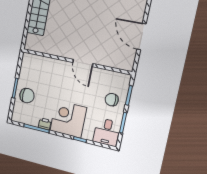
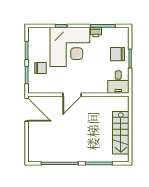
door: (141, 37) -> (27, 110), moved
door: (83, 63) -> (72, 95), swing flipped
corner desk: (68, 119) -> (70, 47), width x1.36, depth x1.36
desk: (107, 132) -> (118, 82), moved, turned 180

